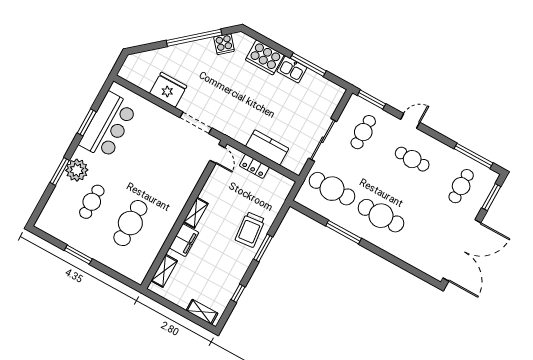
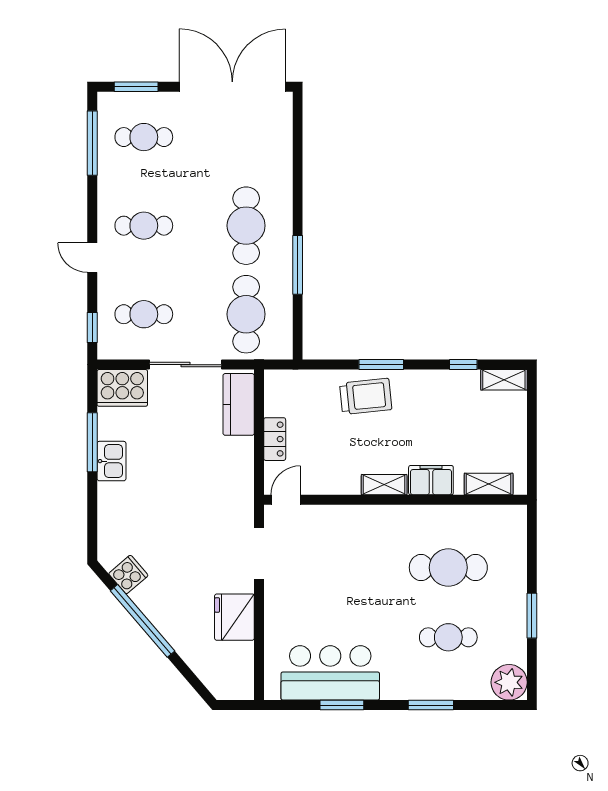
cooker: (265, 57) -> (122, 388), moved, turned 90
window: (372, 100) -> (92, 328), width x0.67
kitchen counter: (267, 147) -> (239, 404), moved
cafe table: (412, 159) -> (144, 226), turned 90
plant: (77, 170) -> (509, 682), moved
shelving: (202, 312) -> (504, 380), moved, turned 90

